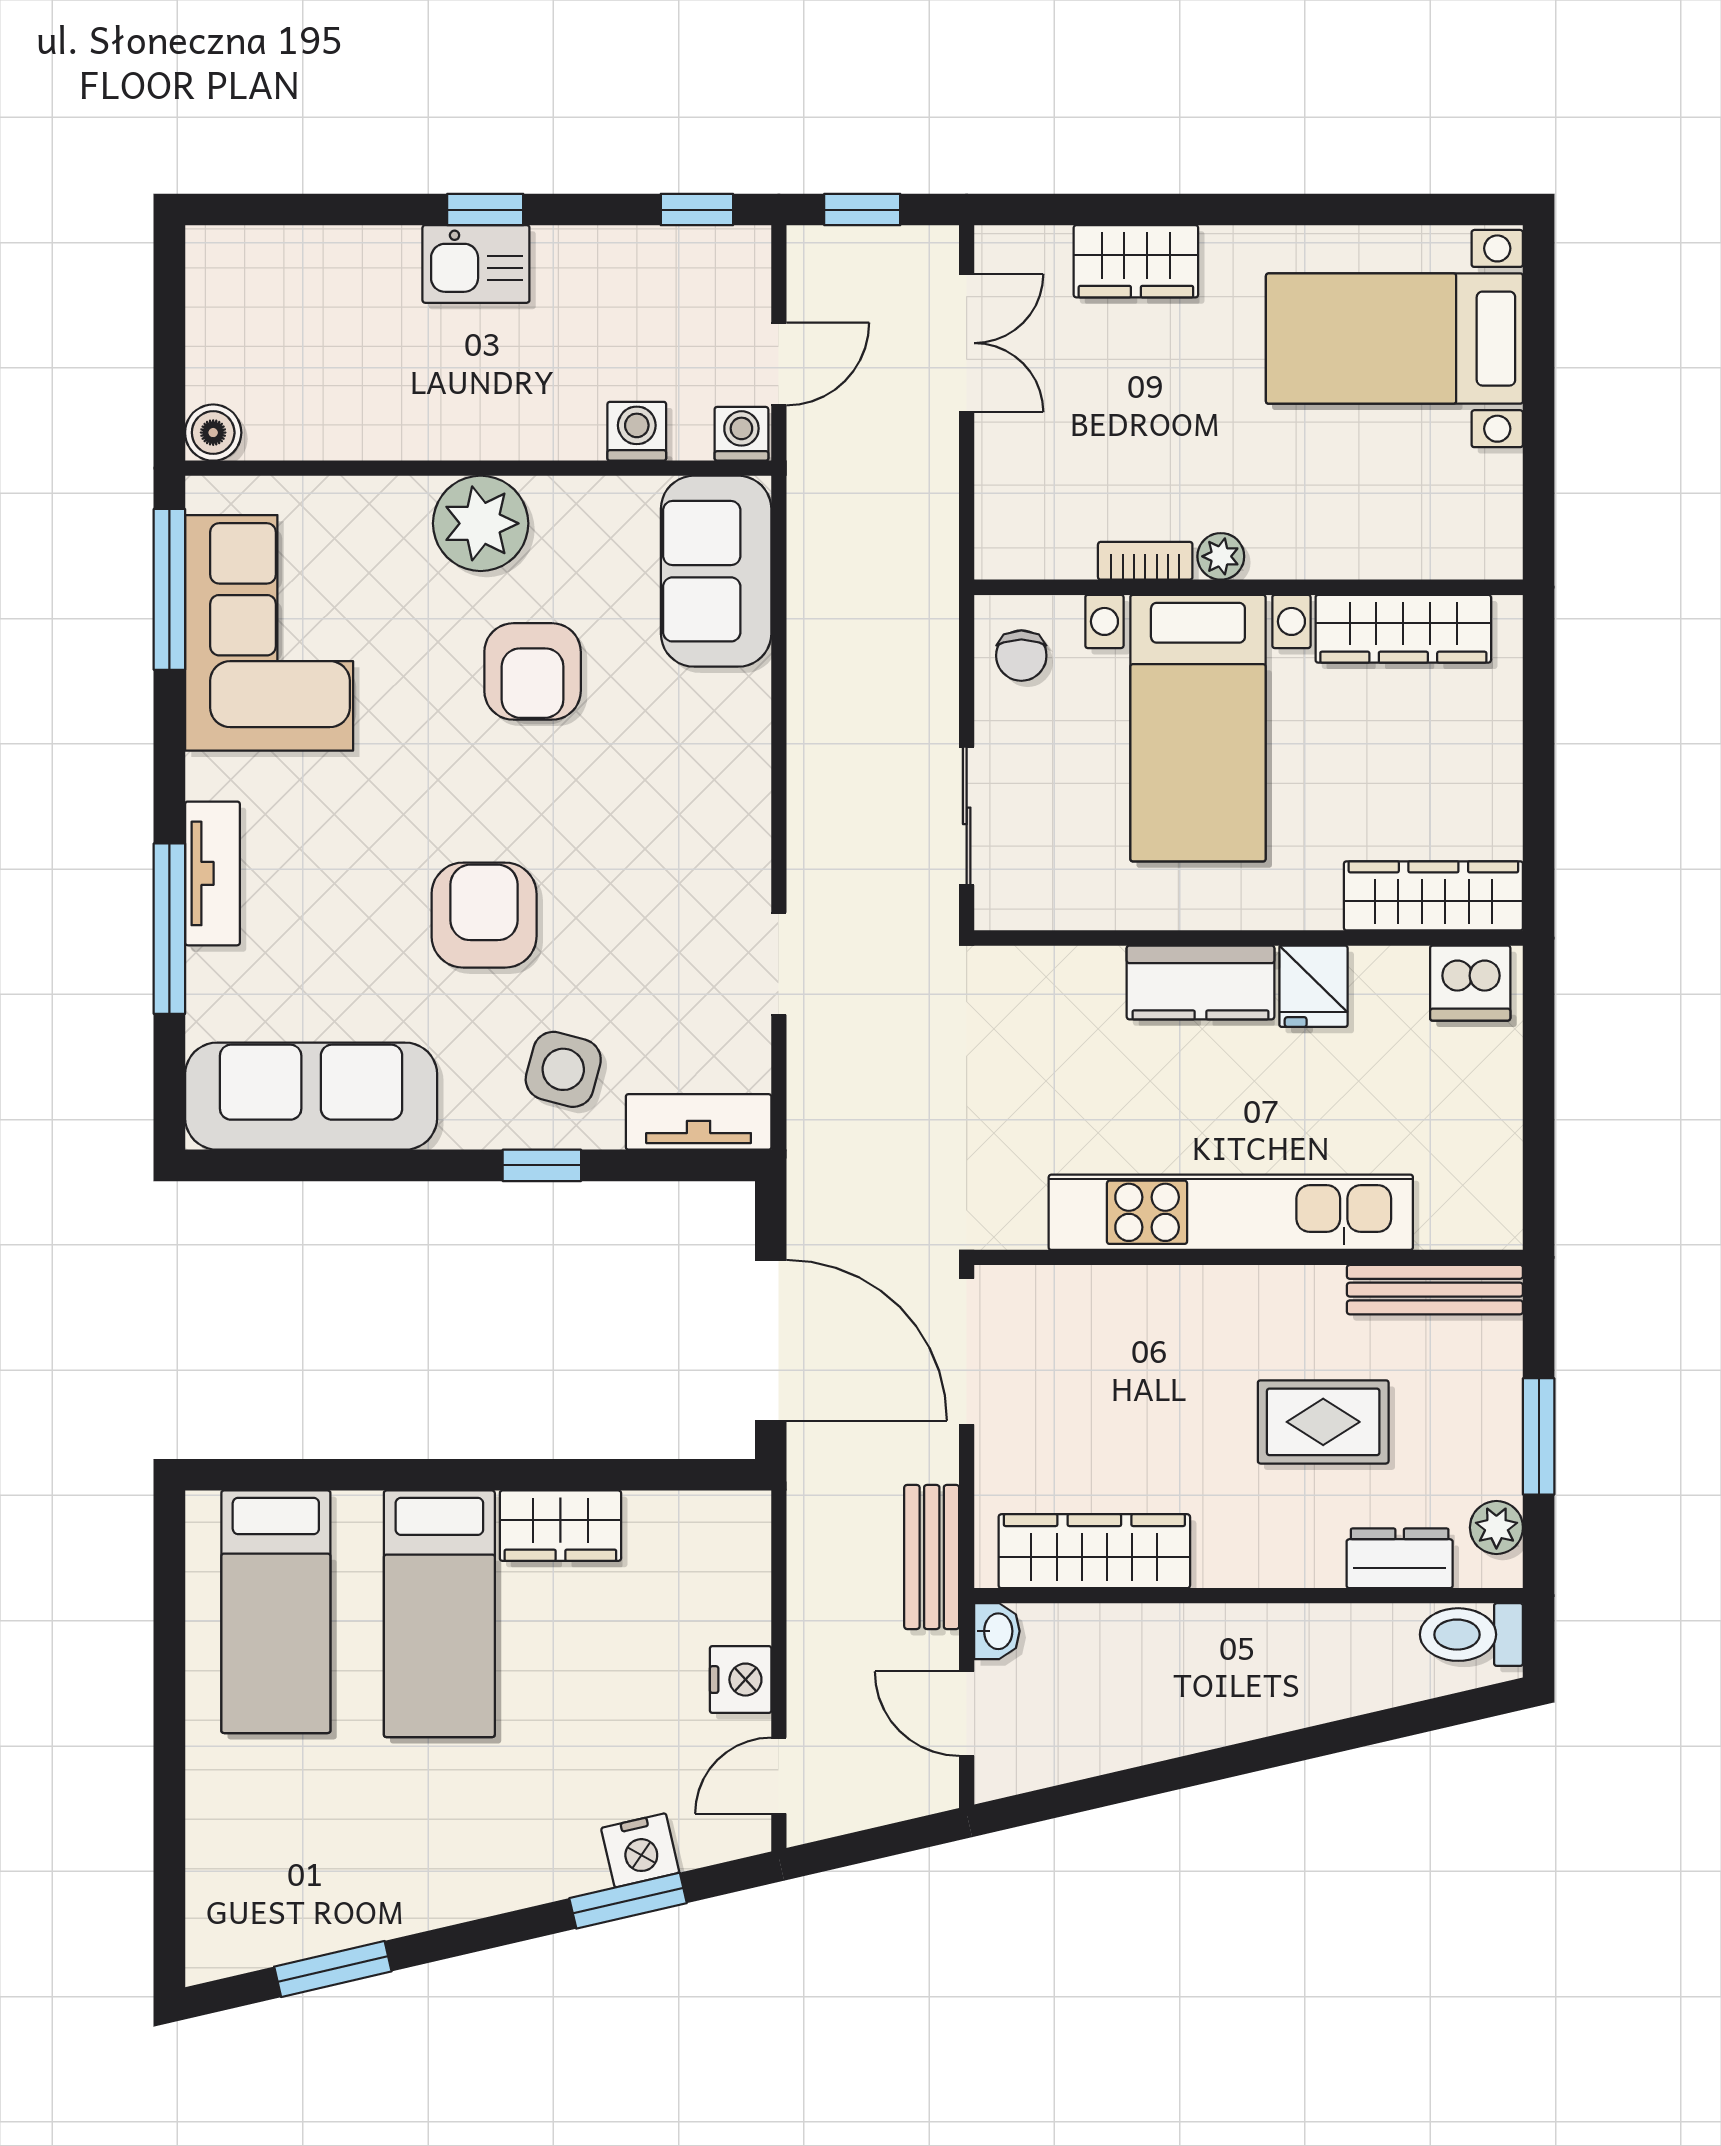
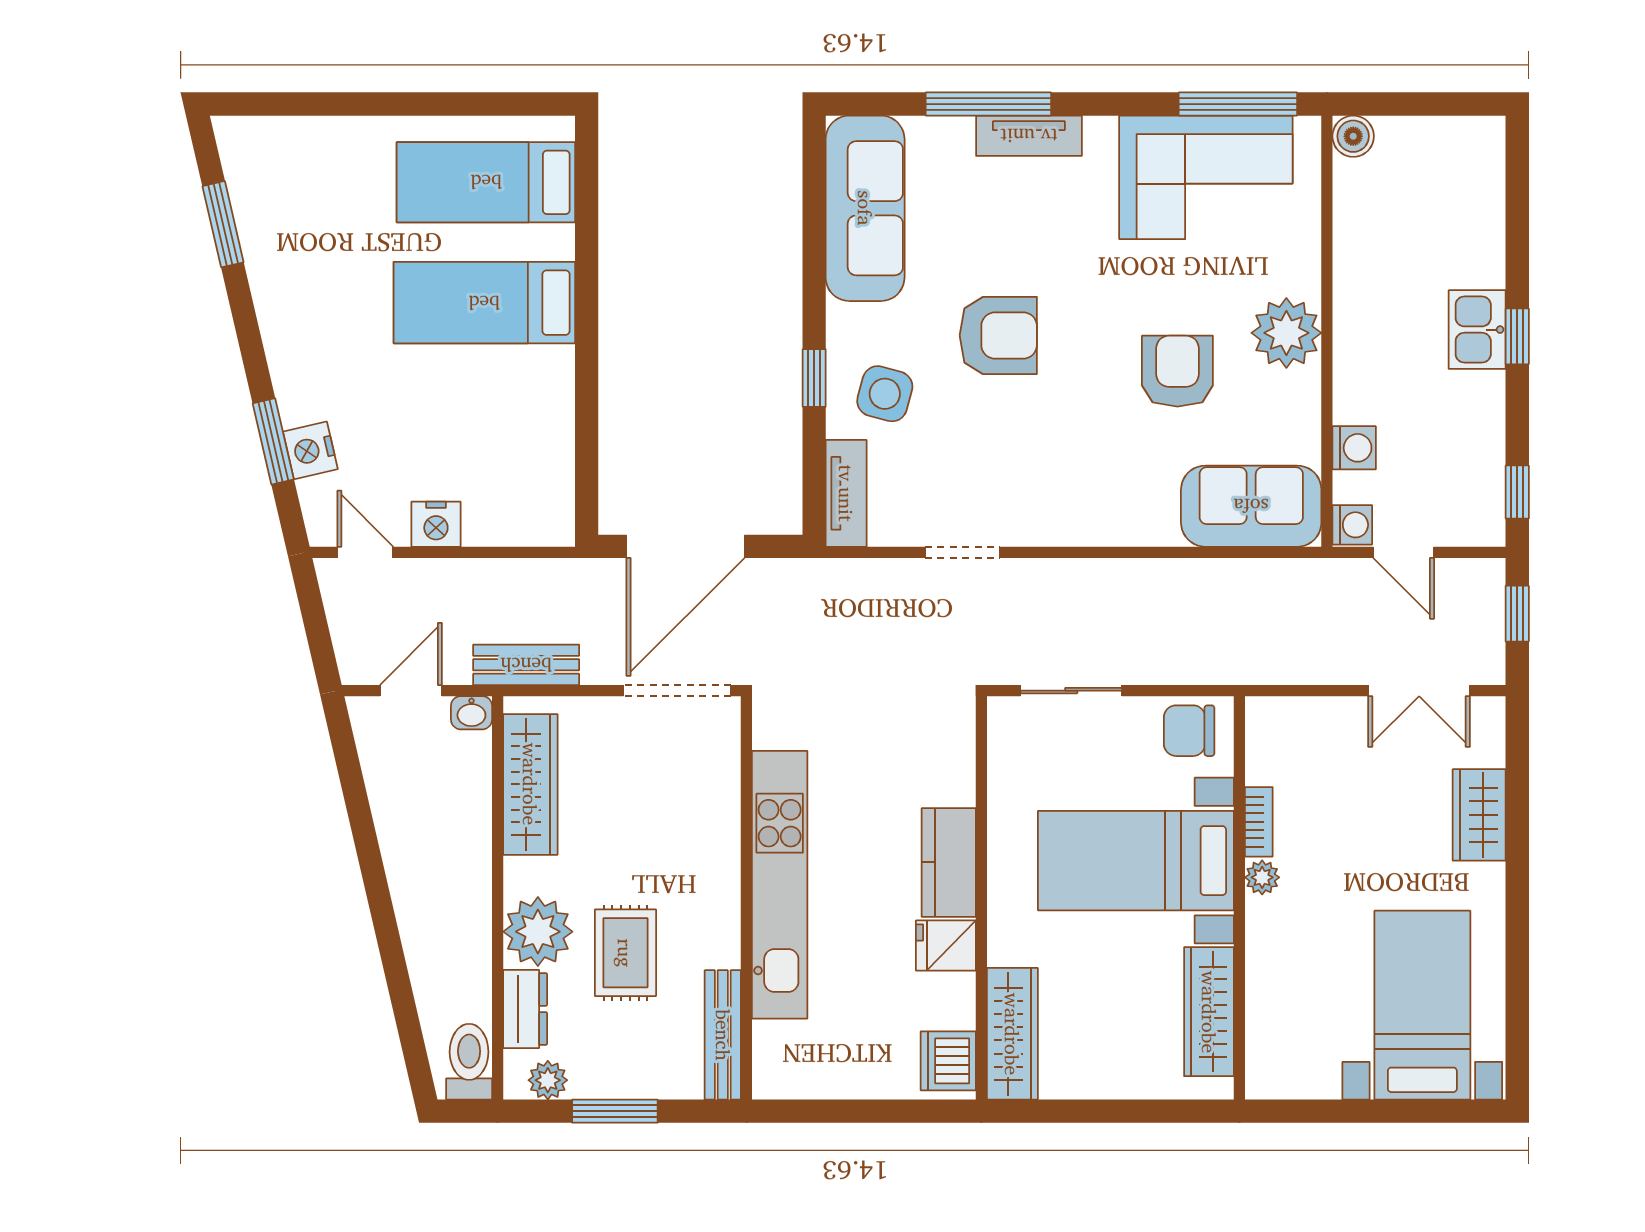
chair: (1021, 656) -> (1189, 731), width x1.37, depth x1.37
armchair: (533, 671) -> (1177, 371), turned 90
wardrobe: (560, 1526) -> (549, 392), removed
plant: (1294, 1541) -> (538, 932), added

